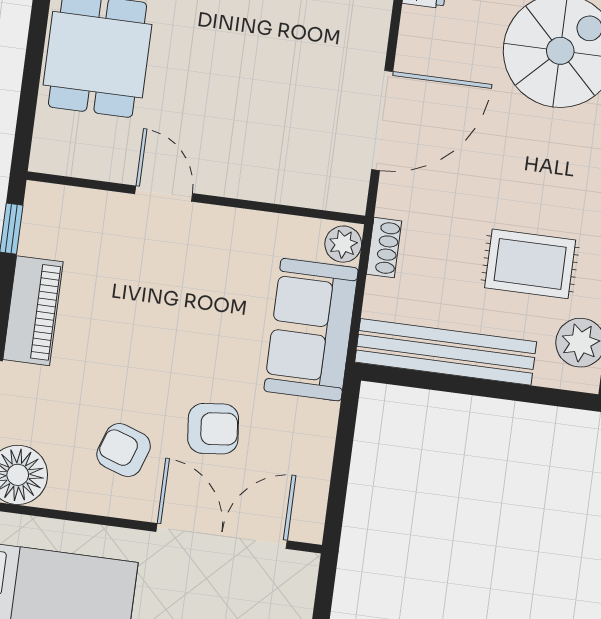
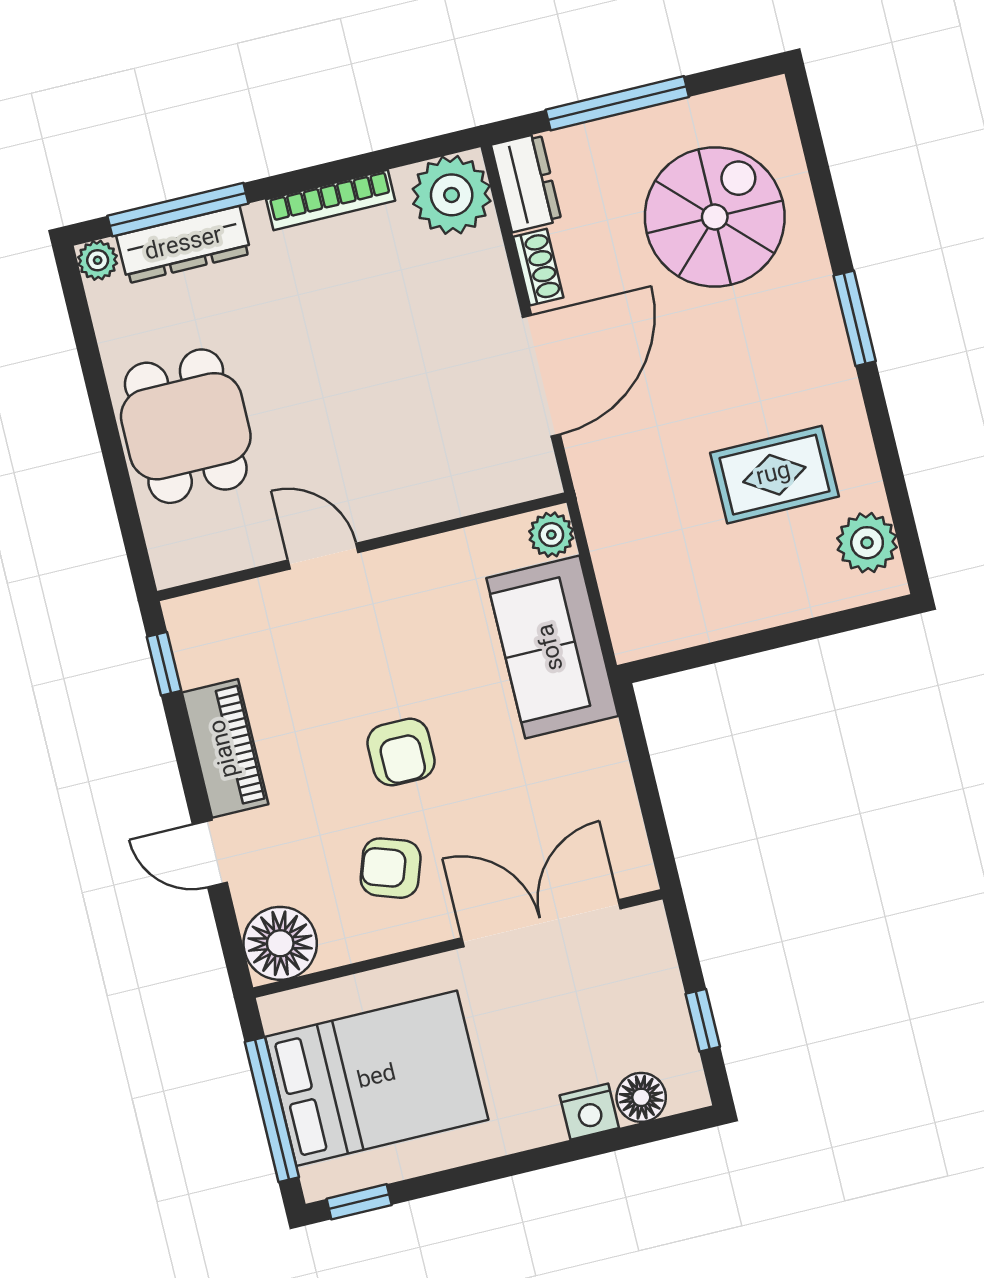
shoe rack: (384, 248) -> (538, 267), moved
bench: (446, 352) -> (717, 613), removed
armchair: (213, 429) -> (401, 752), moved, turned 96

